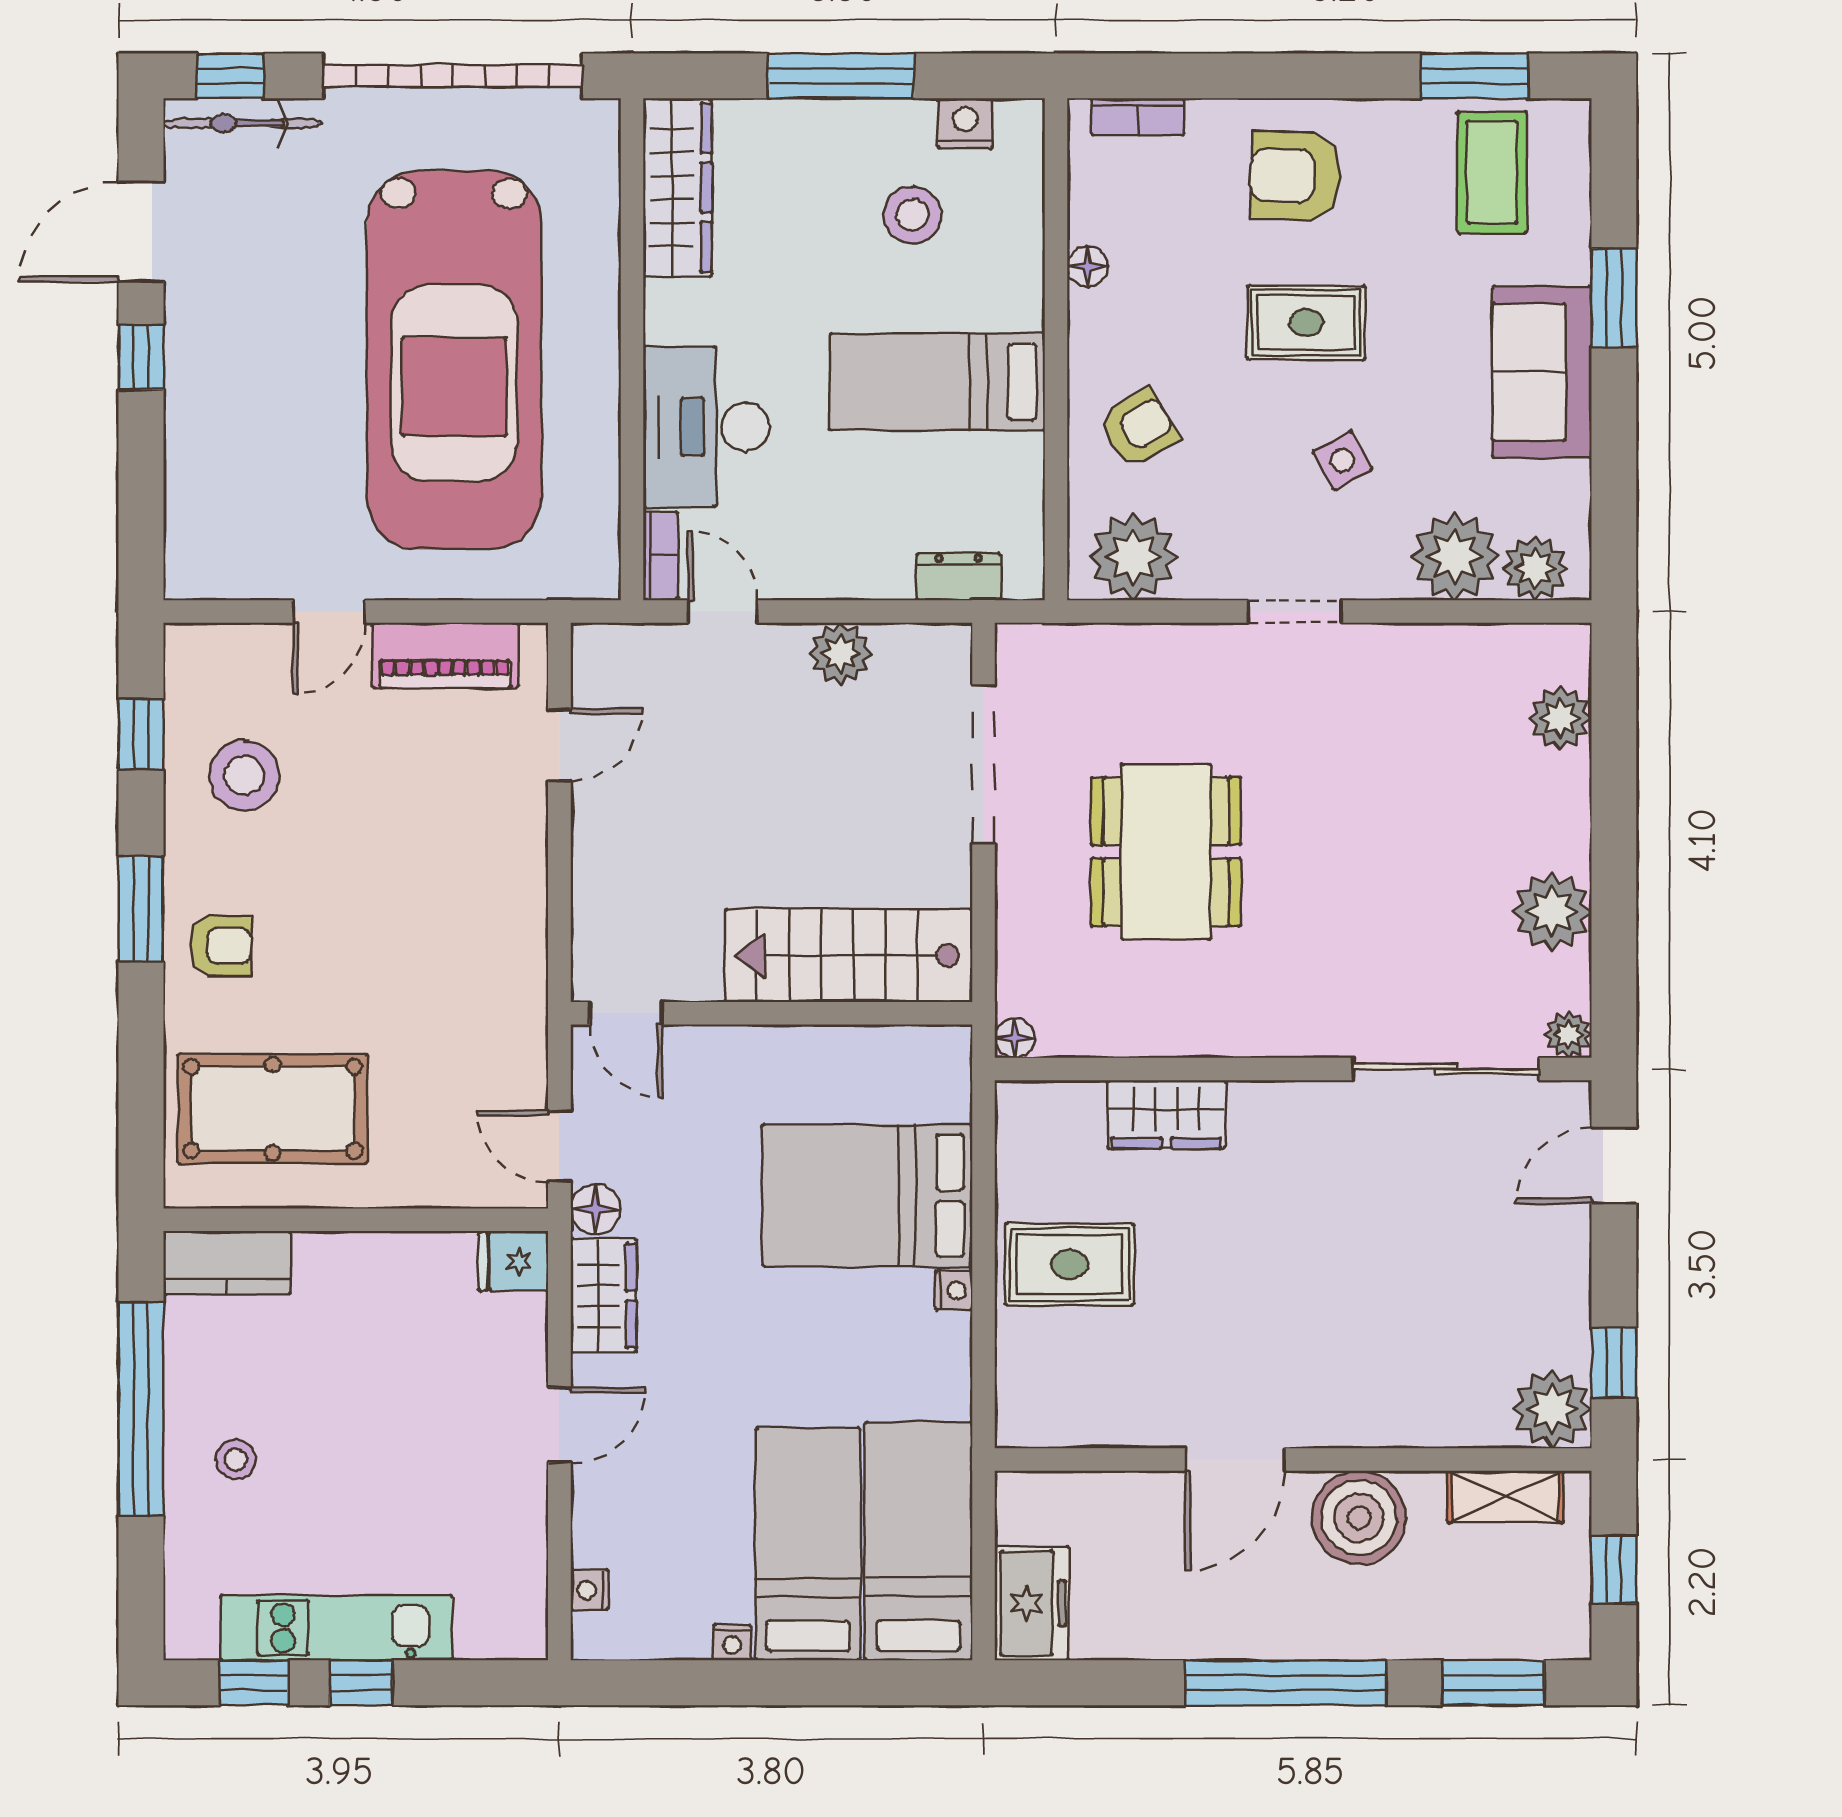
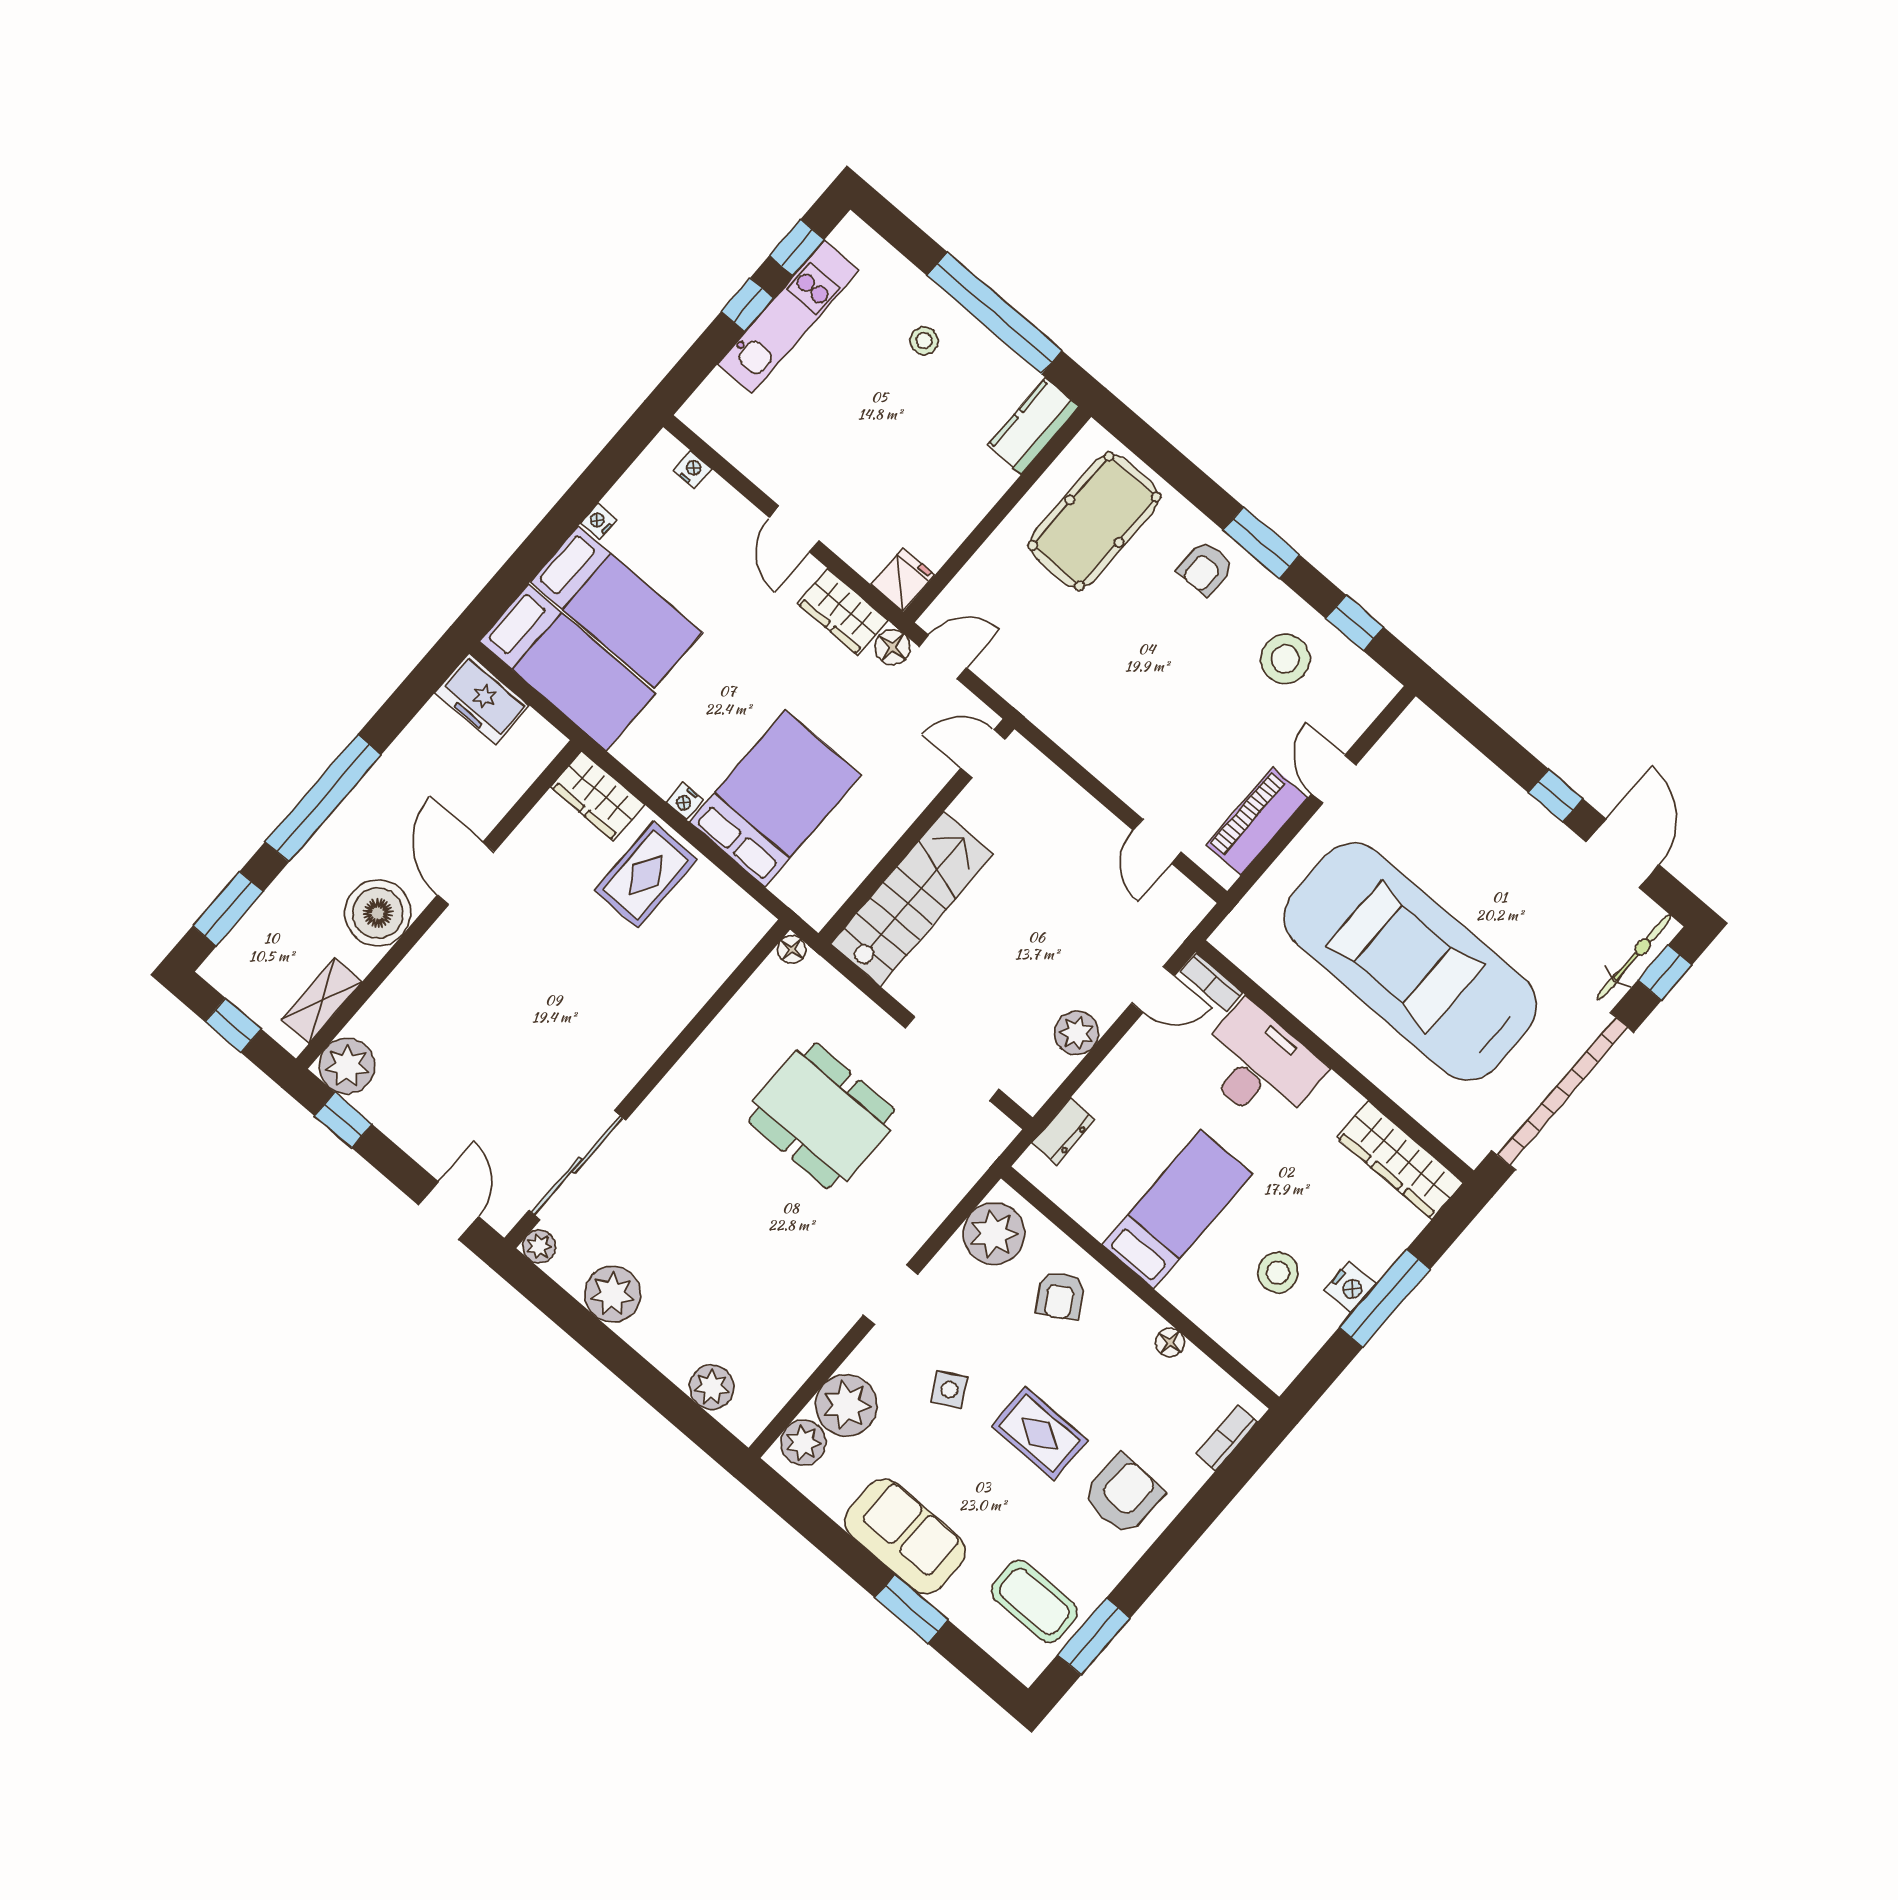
nightstand: (965, 123) -> (1350, 1287), moved
rug: (1306, 323) -> (1039, 1433), turned 90
wardrobe: (1166, 1114) -> (598, 796), moved, turned -90

